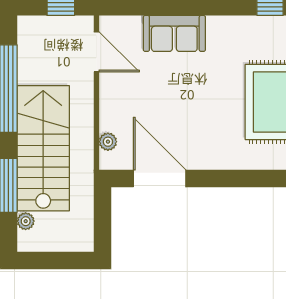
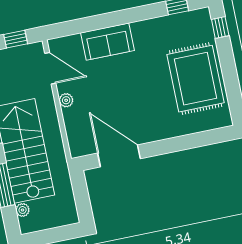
plant: (108, 142) -> (66, 100), moved

